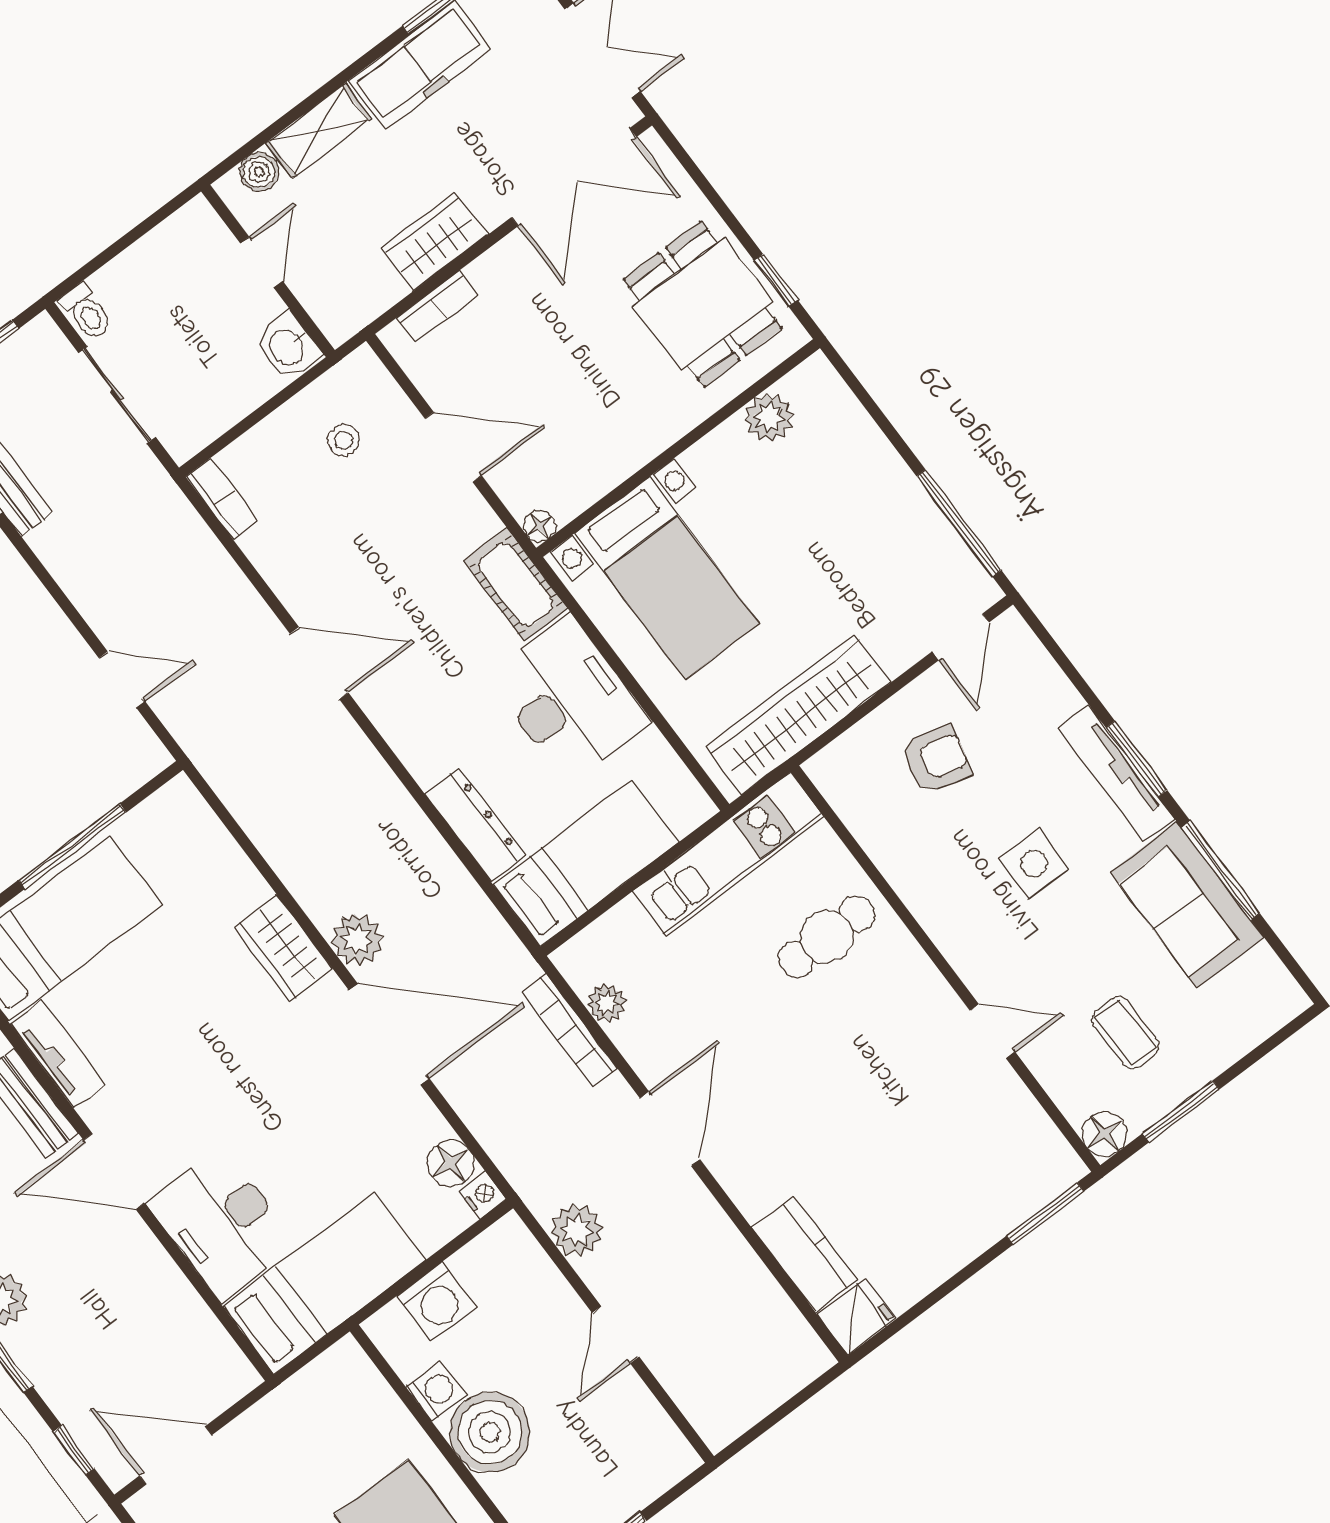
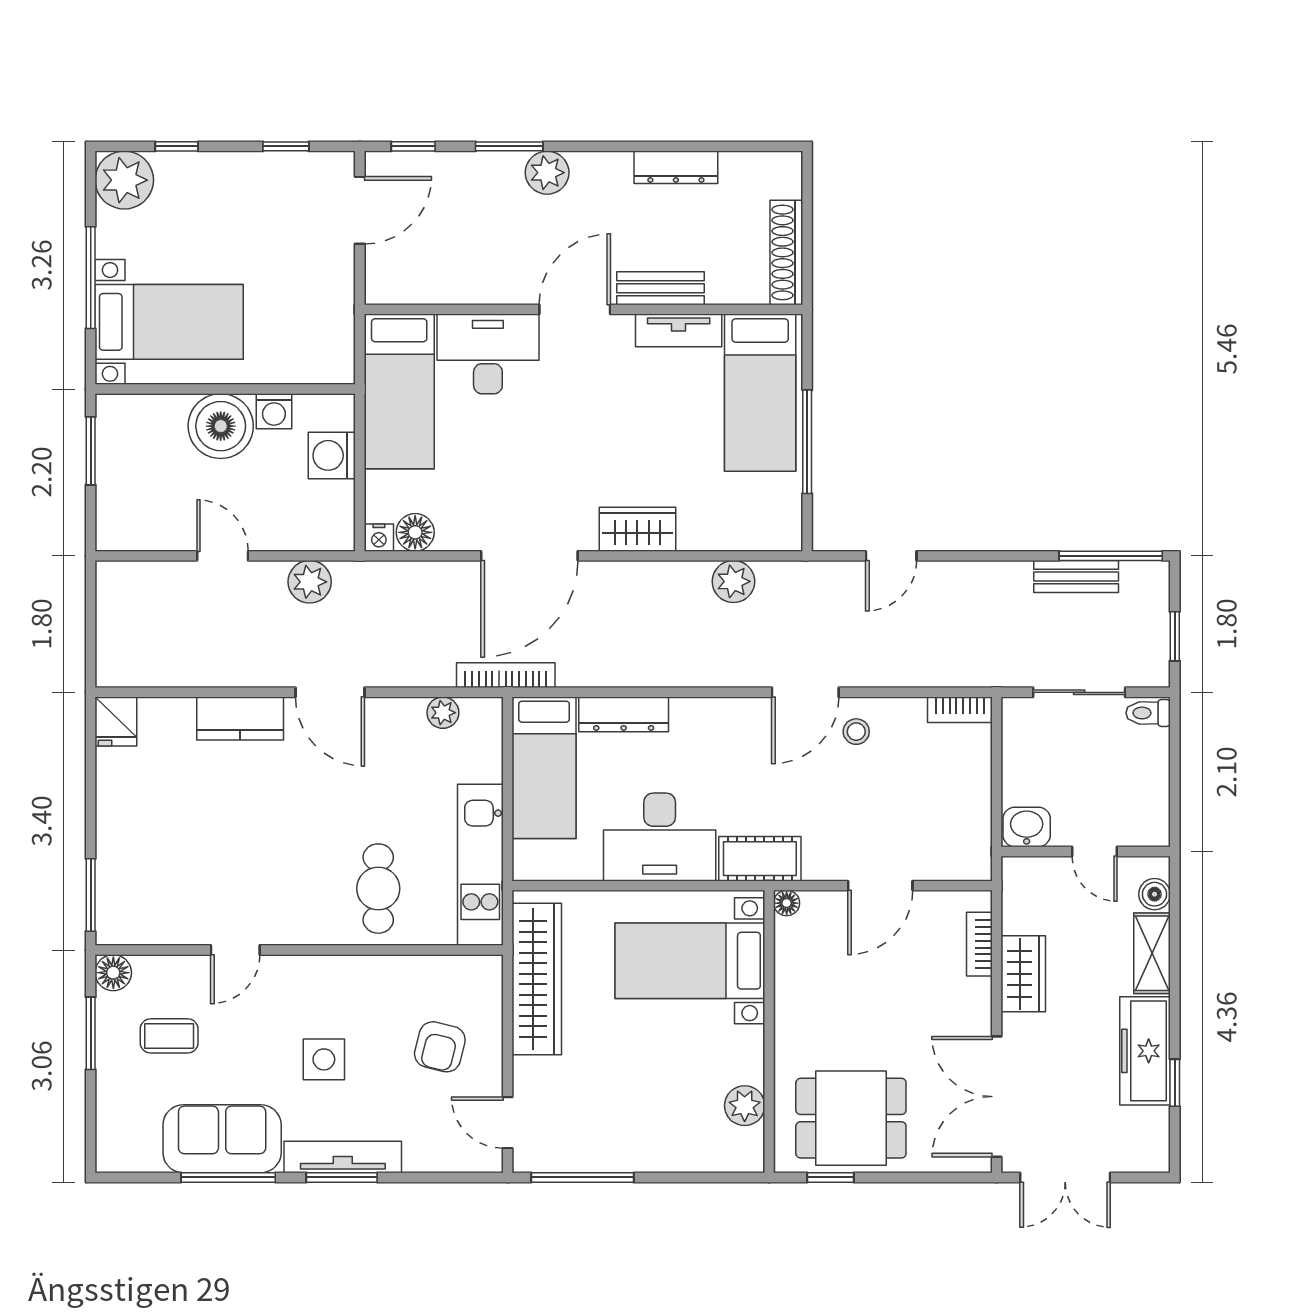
stool: (343, 440) -> (856, 732), moved
plant: (357, 940) -> (733, 581), moved
bookcase: (569, 1030) -> (506, 675), moved
kitchen counter: (804, 1254) -> (240, 718), moved

